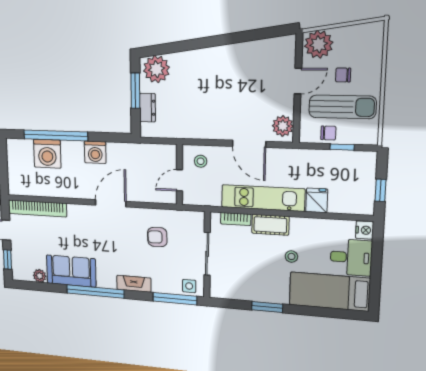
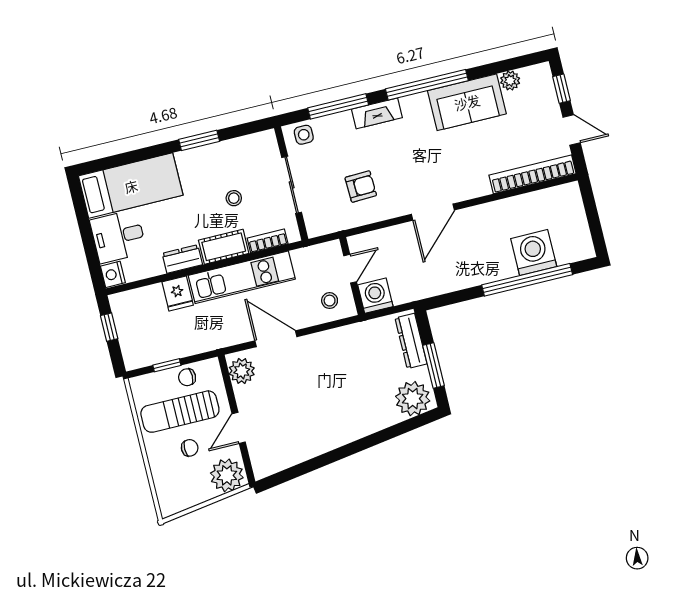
dresser: (148, 108) -> (411, 341), width x1.44
washing machine: (95, 152) -> (375, 296), moved
dresser: (305, 225) -> (182, 259), added
stool: (291, 256) -> (234, 198), moved
window: (175, 299) -> (338, 106), moved

